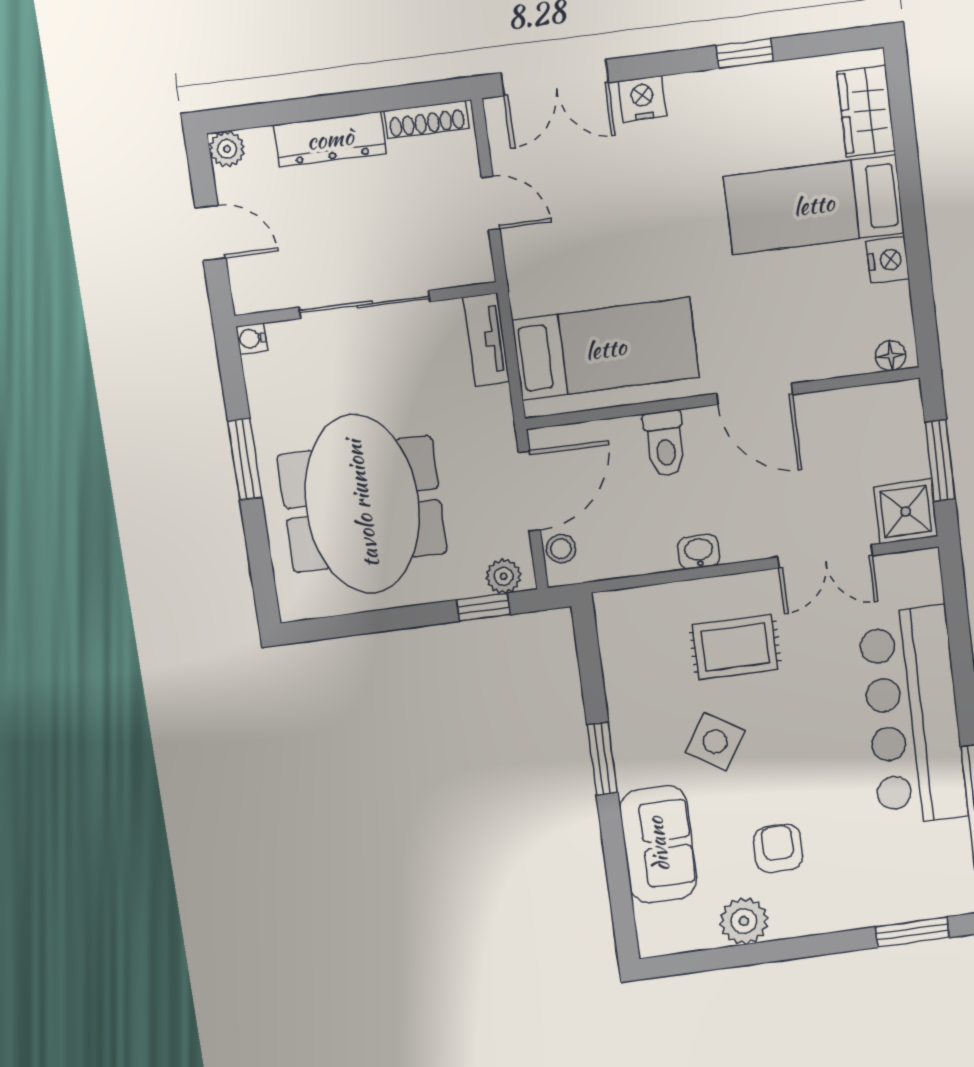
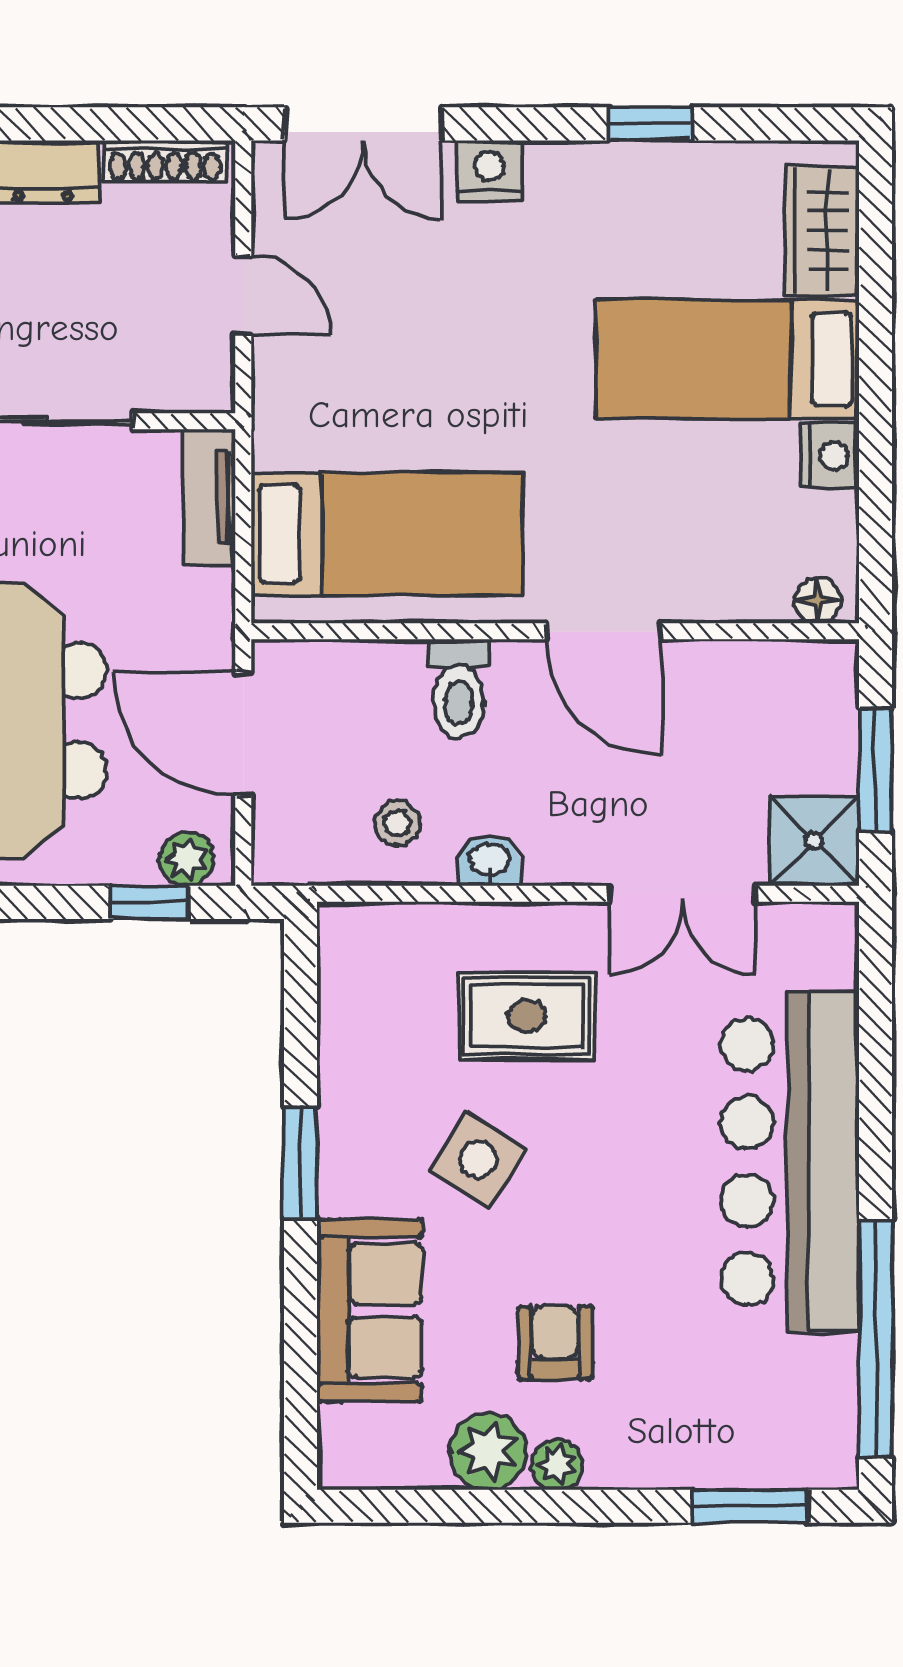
door: (529, 491) -> (243, 734), swing flipped
stool: (561, 549) -> (397, 823), moved
plant: (788, 923) -> (557, 1464), added

